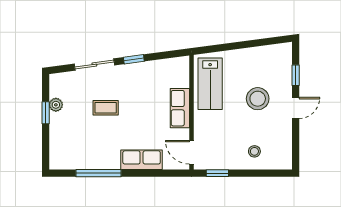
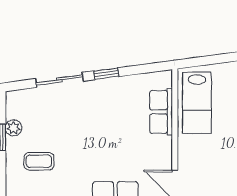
coffee table: (106, 108) -> (39, 161), moved
row of seats: (180, 108) -> (161, 112), moved

